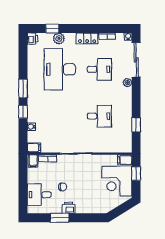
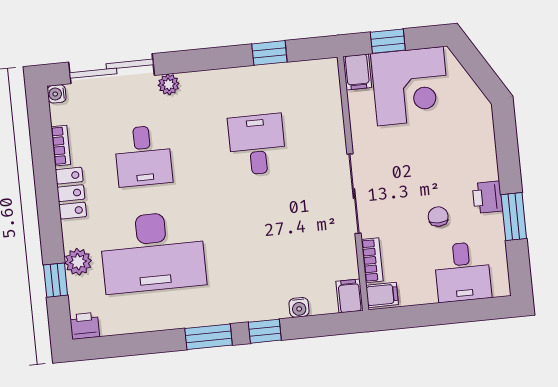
desk: (99, 69) -> (143, 156), turned 180

